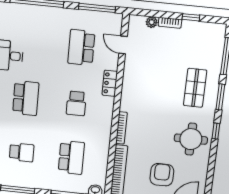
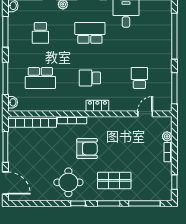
window: (191, 17) -> (174, 182), moved
school desk: (81, 47) -> (139, 78), width x0.54
locker: (110, 83) -> (97, 106), moved
school desk: (26, 98) -> (90, 33), turned 180
armchair: (162, 175) -> (87, 149), moved

